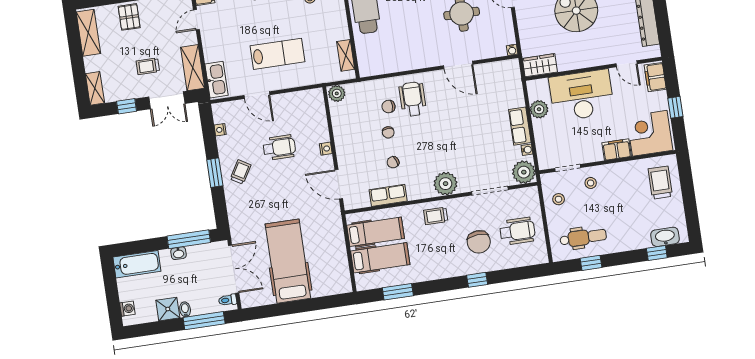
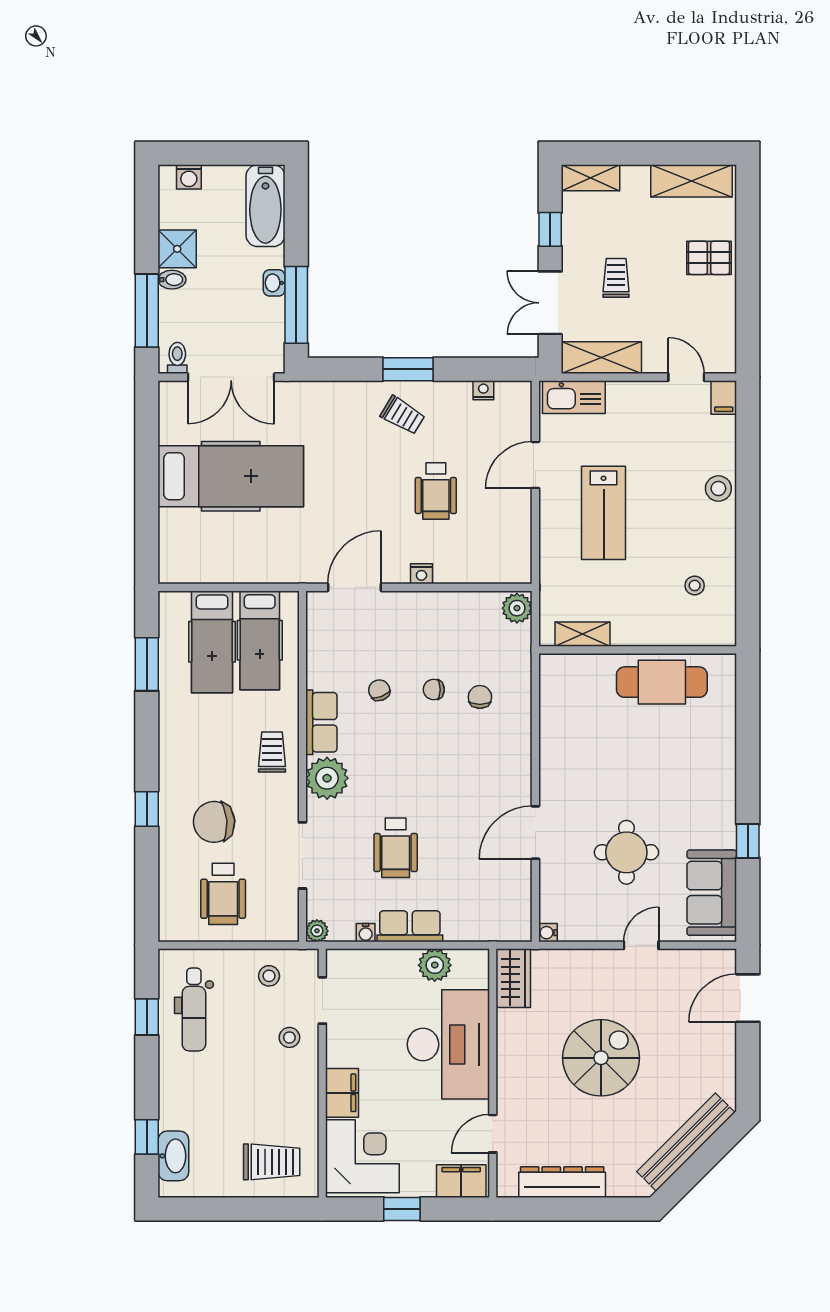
wheelchair: (413, 99) -> (396, 848), moved, turned 90
plant: (524, 172) -> (317, 931), width x0.53, depth x0.53
row of seats: (388, 195) -> (321, 722), moved

